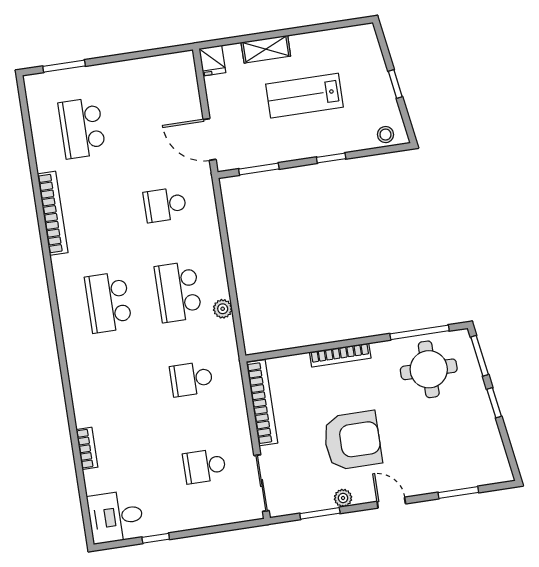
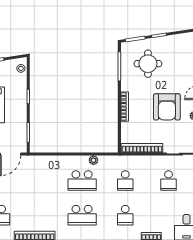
school desk: (165, 205) -> (125, 215), moved
round table: (429, 369) -> (148, 64), moved
armchair: (352, 440) -> (167, 107), turned 180

